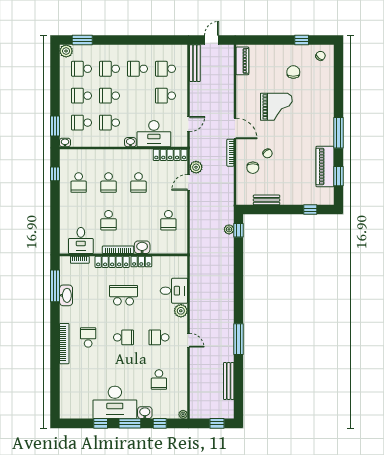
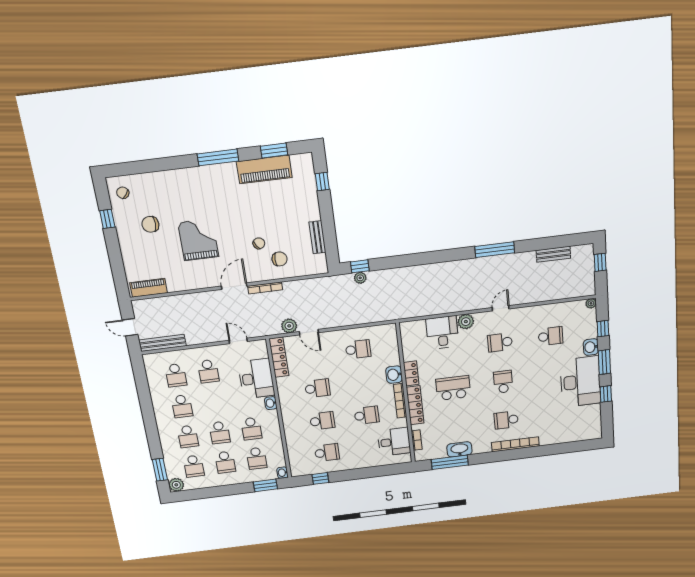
school desk: (124, 295) -> (453, 388), turned 90
school desk: (159, 337) -> (500, 342), turned 90
bench: (229, 381) -> (553, 254), width x0.73

